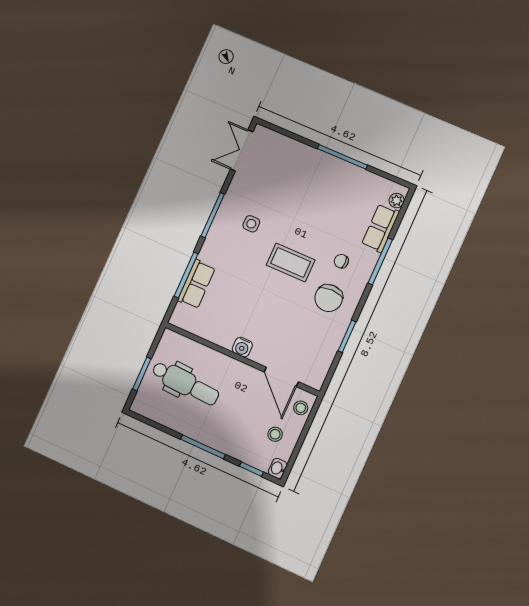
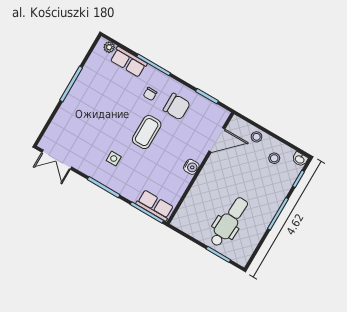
water cooler: (242, 347) -> (191, 167), moved
wall: (242, 359) -> (200, 168), moved
door: (281, 377) -> (217, 140), moved

